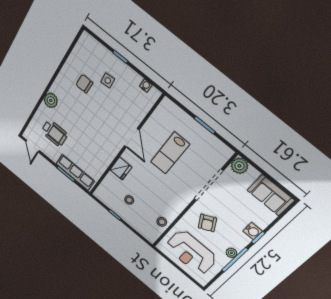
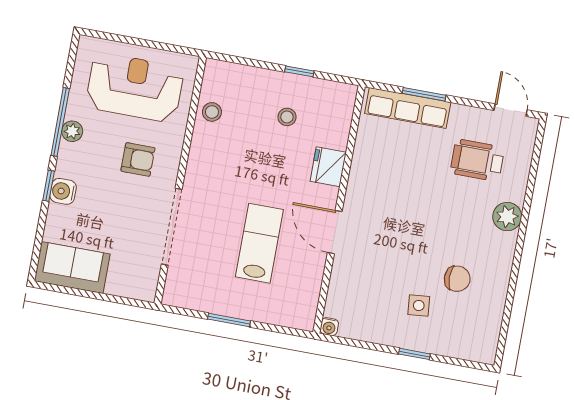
water cooler: (146, 86) -> (329, 327), moved
plant: (239, 166) -> (143, 286), removed
armchair: (207, 223) -> (138, 159), turned 118

